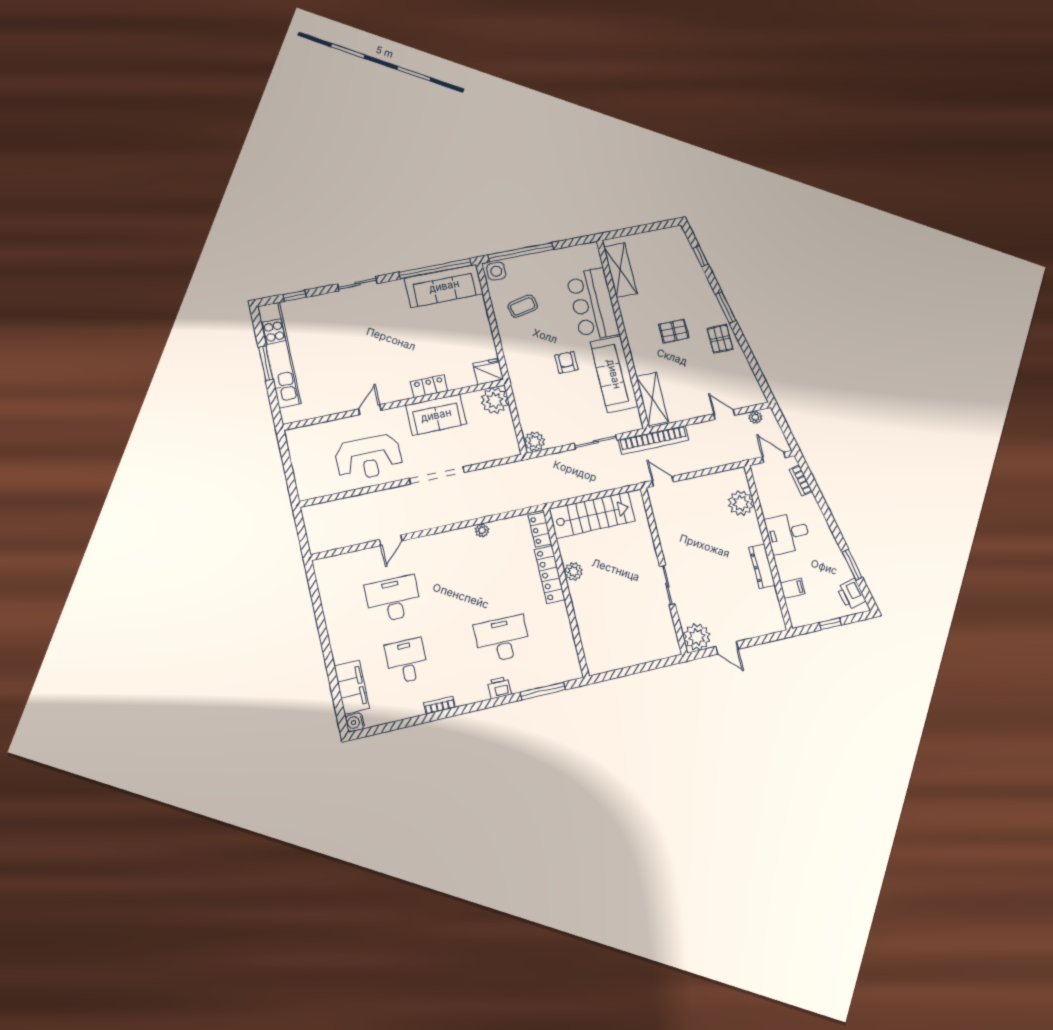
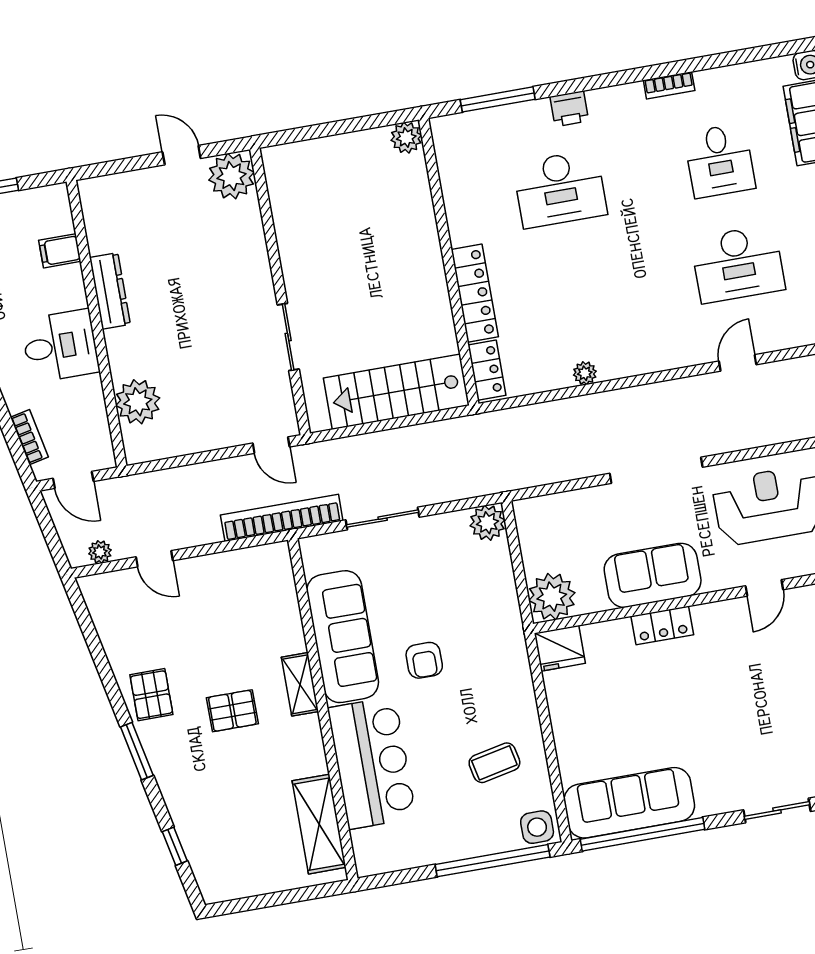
shelving: (652, 399) -> (300, 684), moved, width x0.67, depth x0.75
plant: (573, 571) -> (406, 138), moved
sliding door: (667, 585) -> (288, 337), moved

